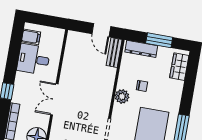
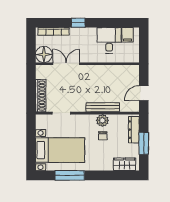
bench: (114, 53) -> (103, 107), moved, width x1.36
plant: (122, 96) -> (102, 120), moved
double door: (54, 99) -> (66, 64), moved

